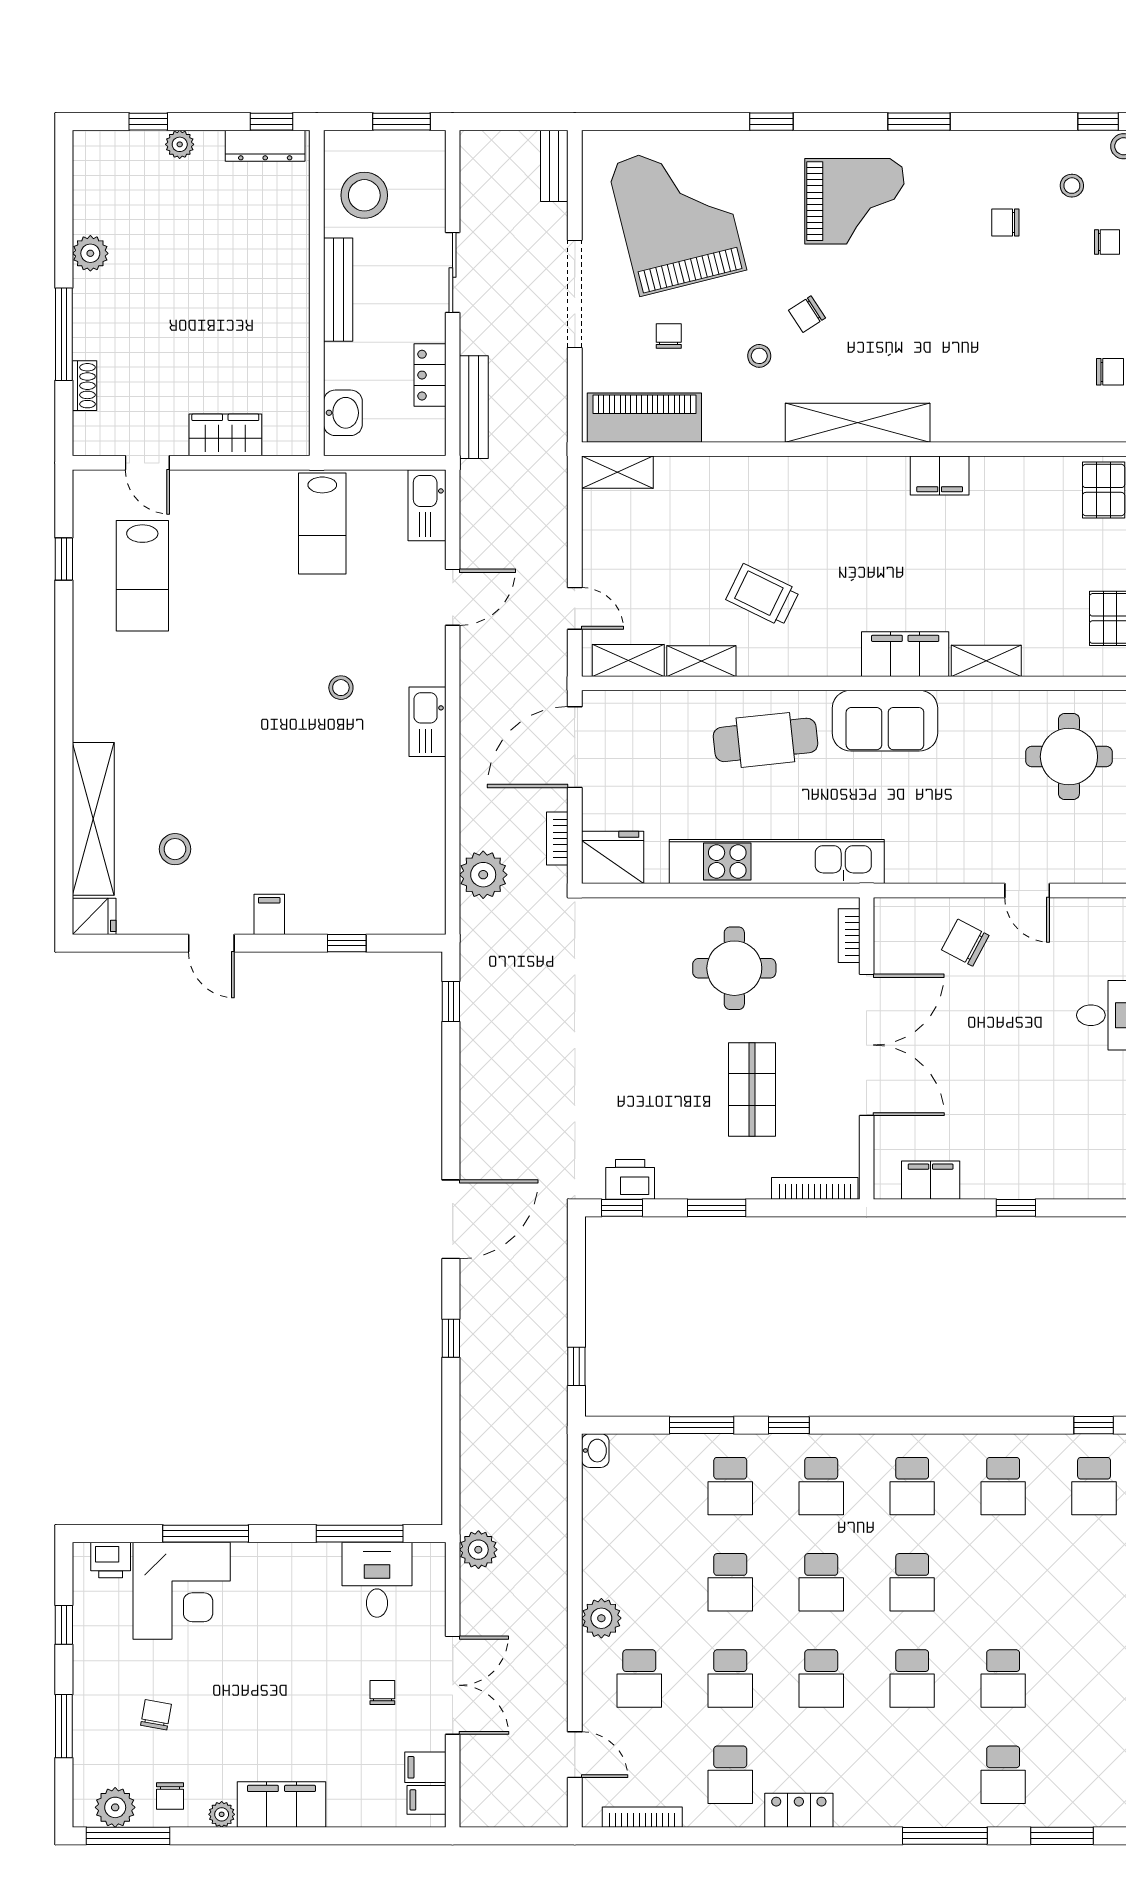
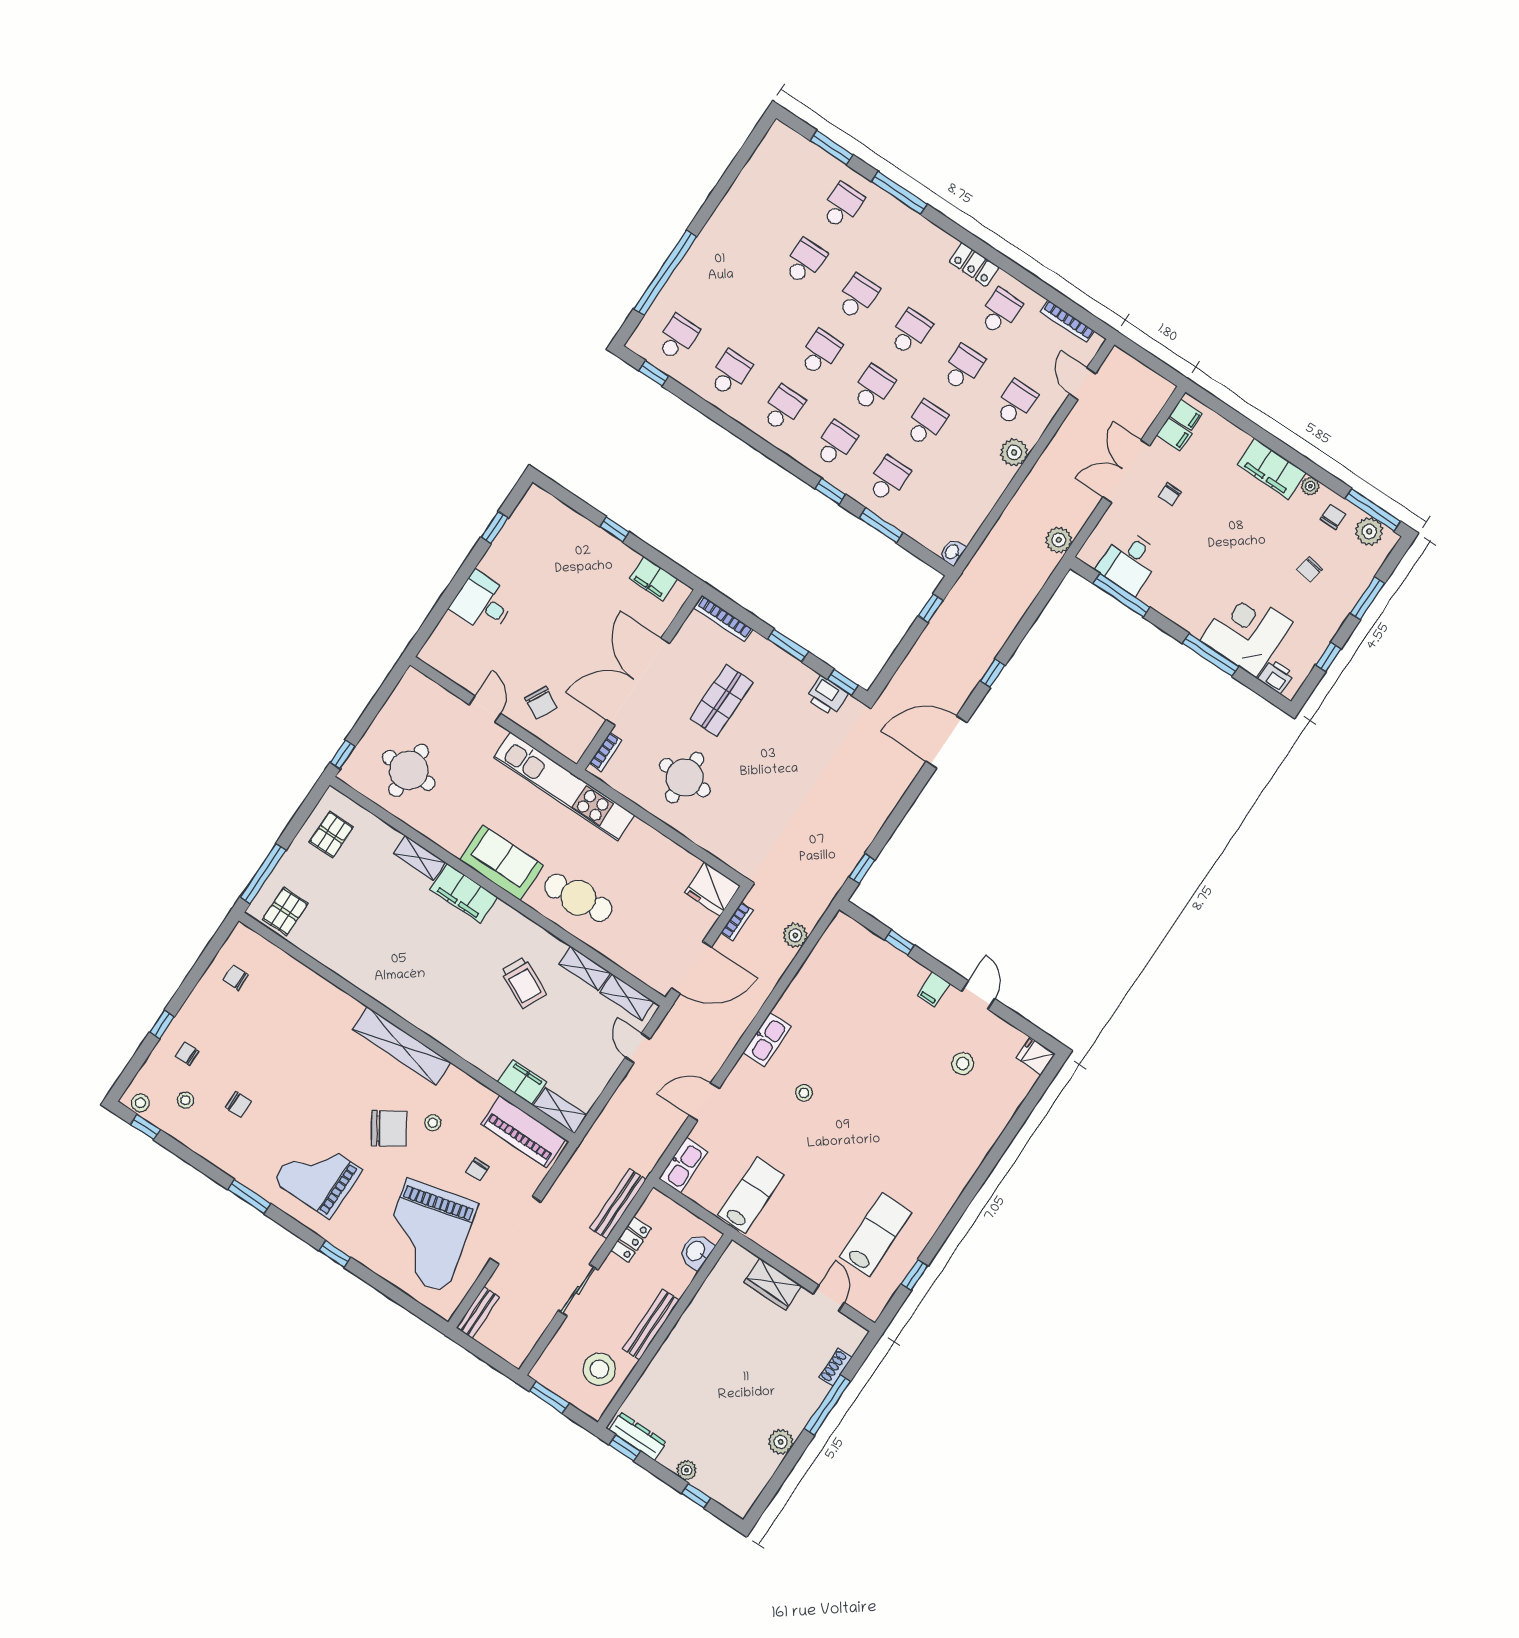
chair: (807, 314) -> (389, 1128), width x1.87, depth x1.87
filing cabinet: (940, 476) -> (522, 1082), moved
shelving: (93, 819) -> (998, 1113), removed
kitchen unit: (777, 861) -> (564, 786), moved
plant: (483, 875) -> (795, 935), width x0.73, depth x0.73

